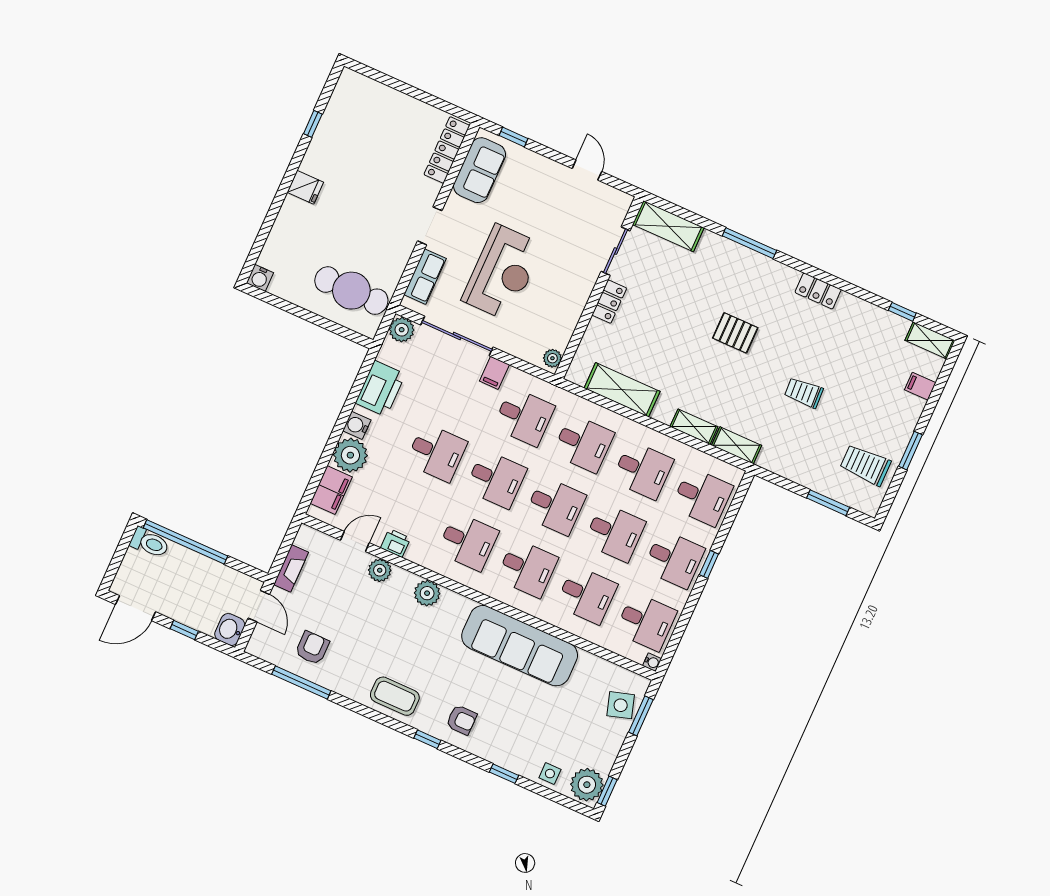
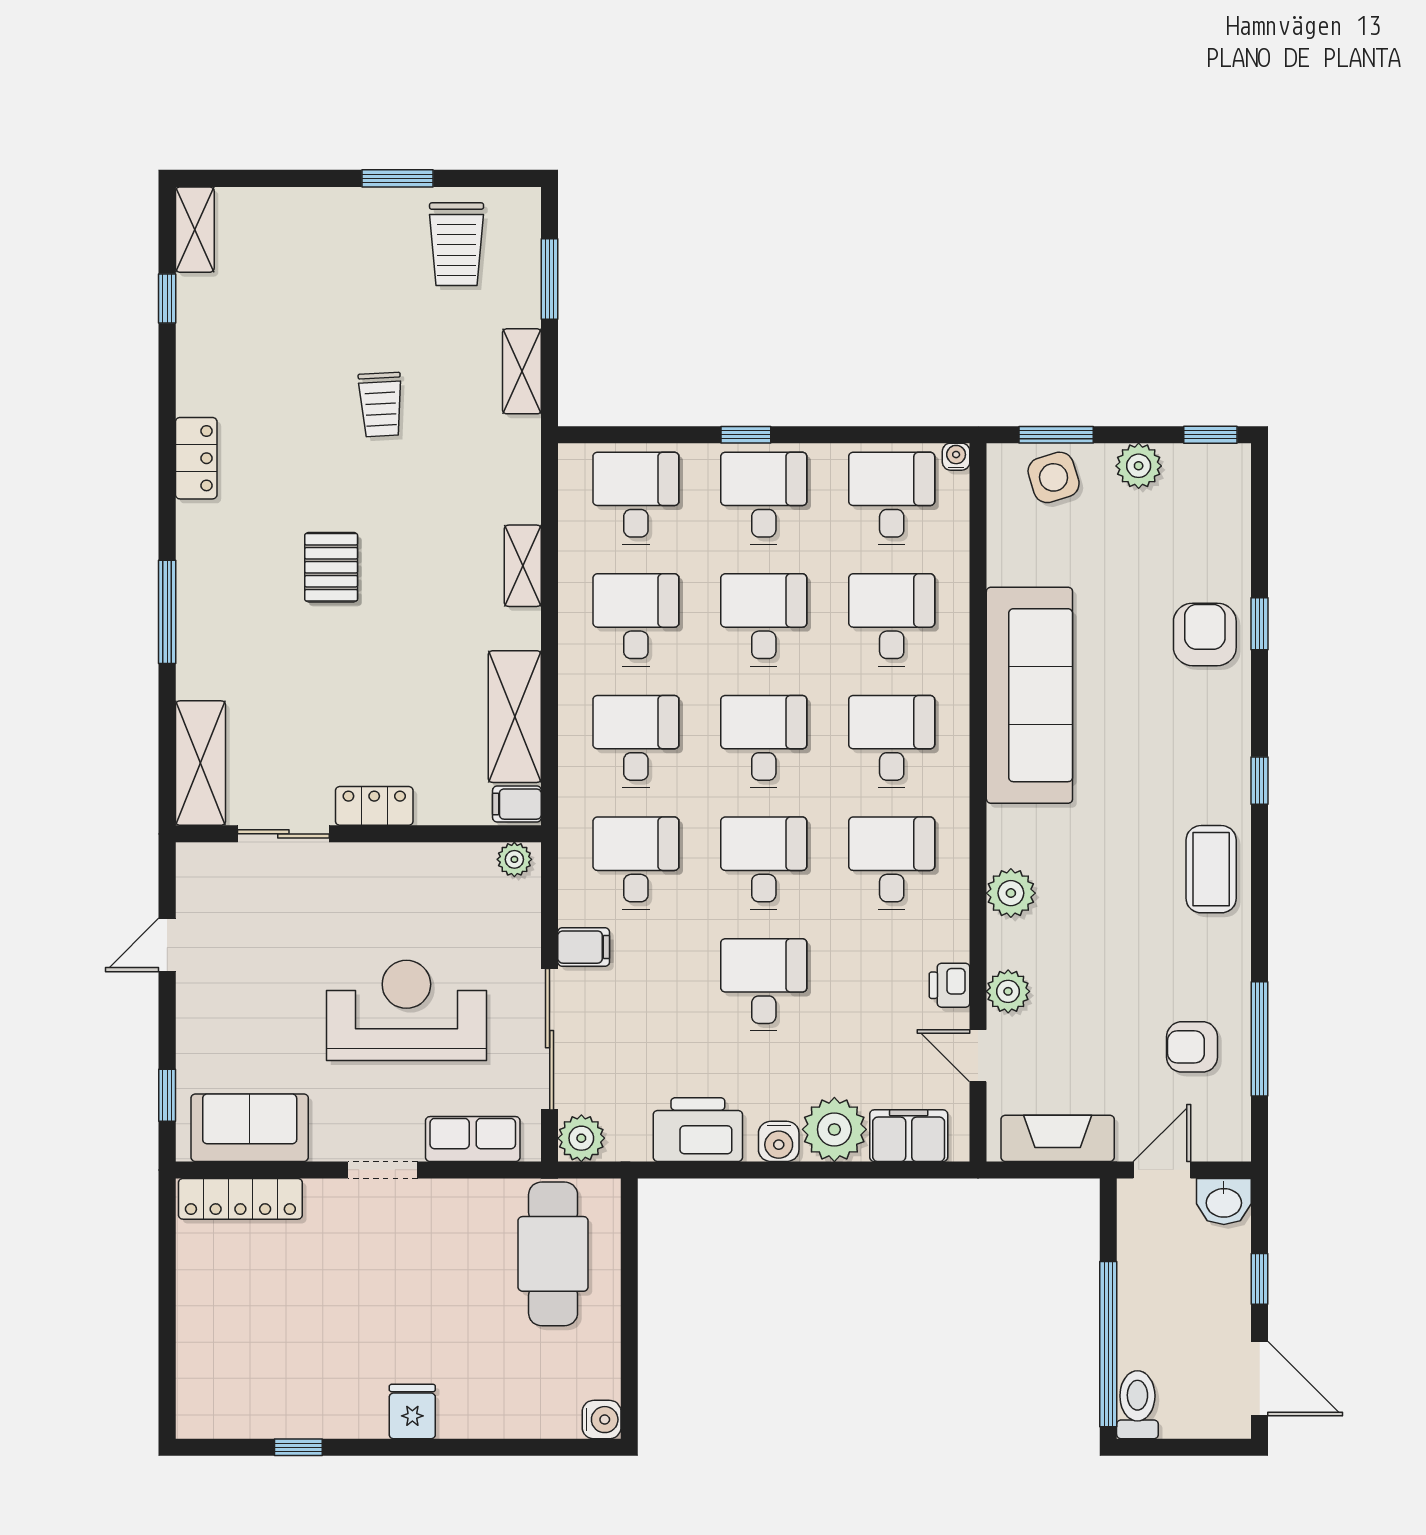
filing cabinet: (920, 386) -> (517, 804), moved, turned 90
shelving: (736, 445) -> (522, 371), moved
fireplace: (291, 568) -> (1058, 1138), width x1.37, depth x1.32
armchair: (462, 720) -> (1205, 634), moved, width x1.38, depth x1.38
side table: (550, 774) -> (1224, 546), removed
plant: (587, 785) -> (1139, 466), moved, width x0.73, depth x0.73

